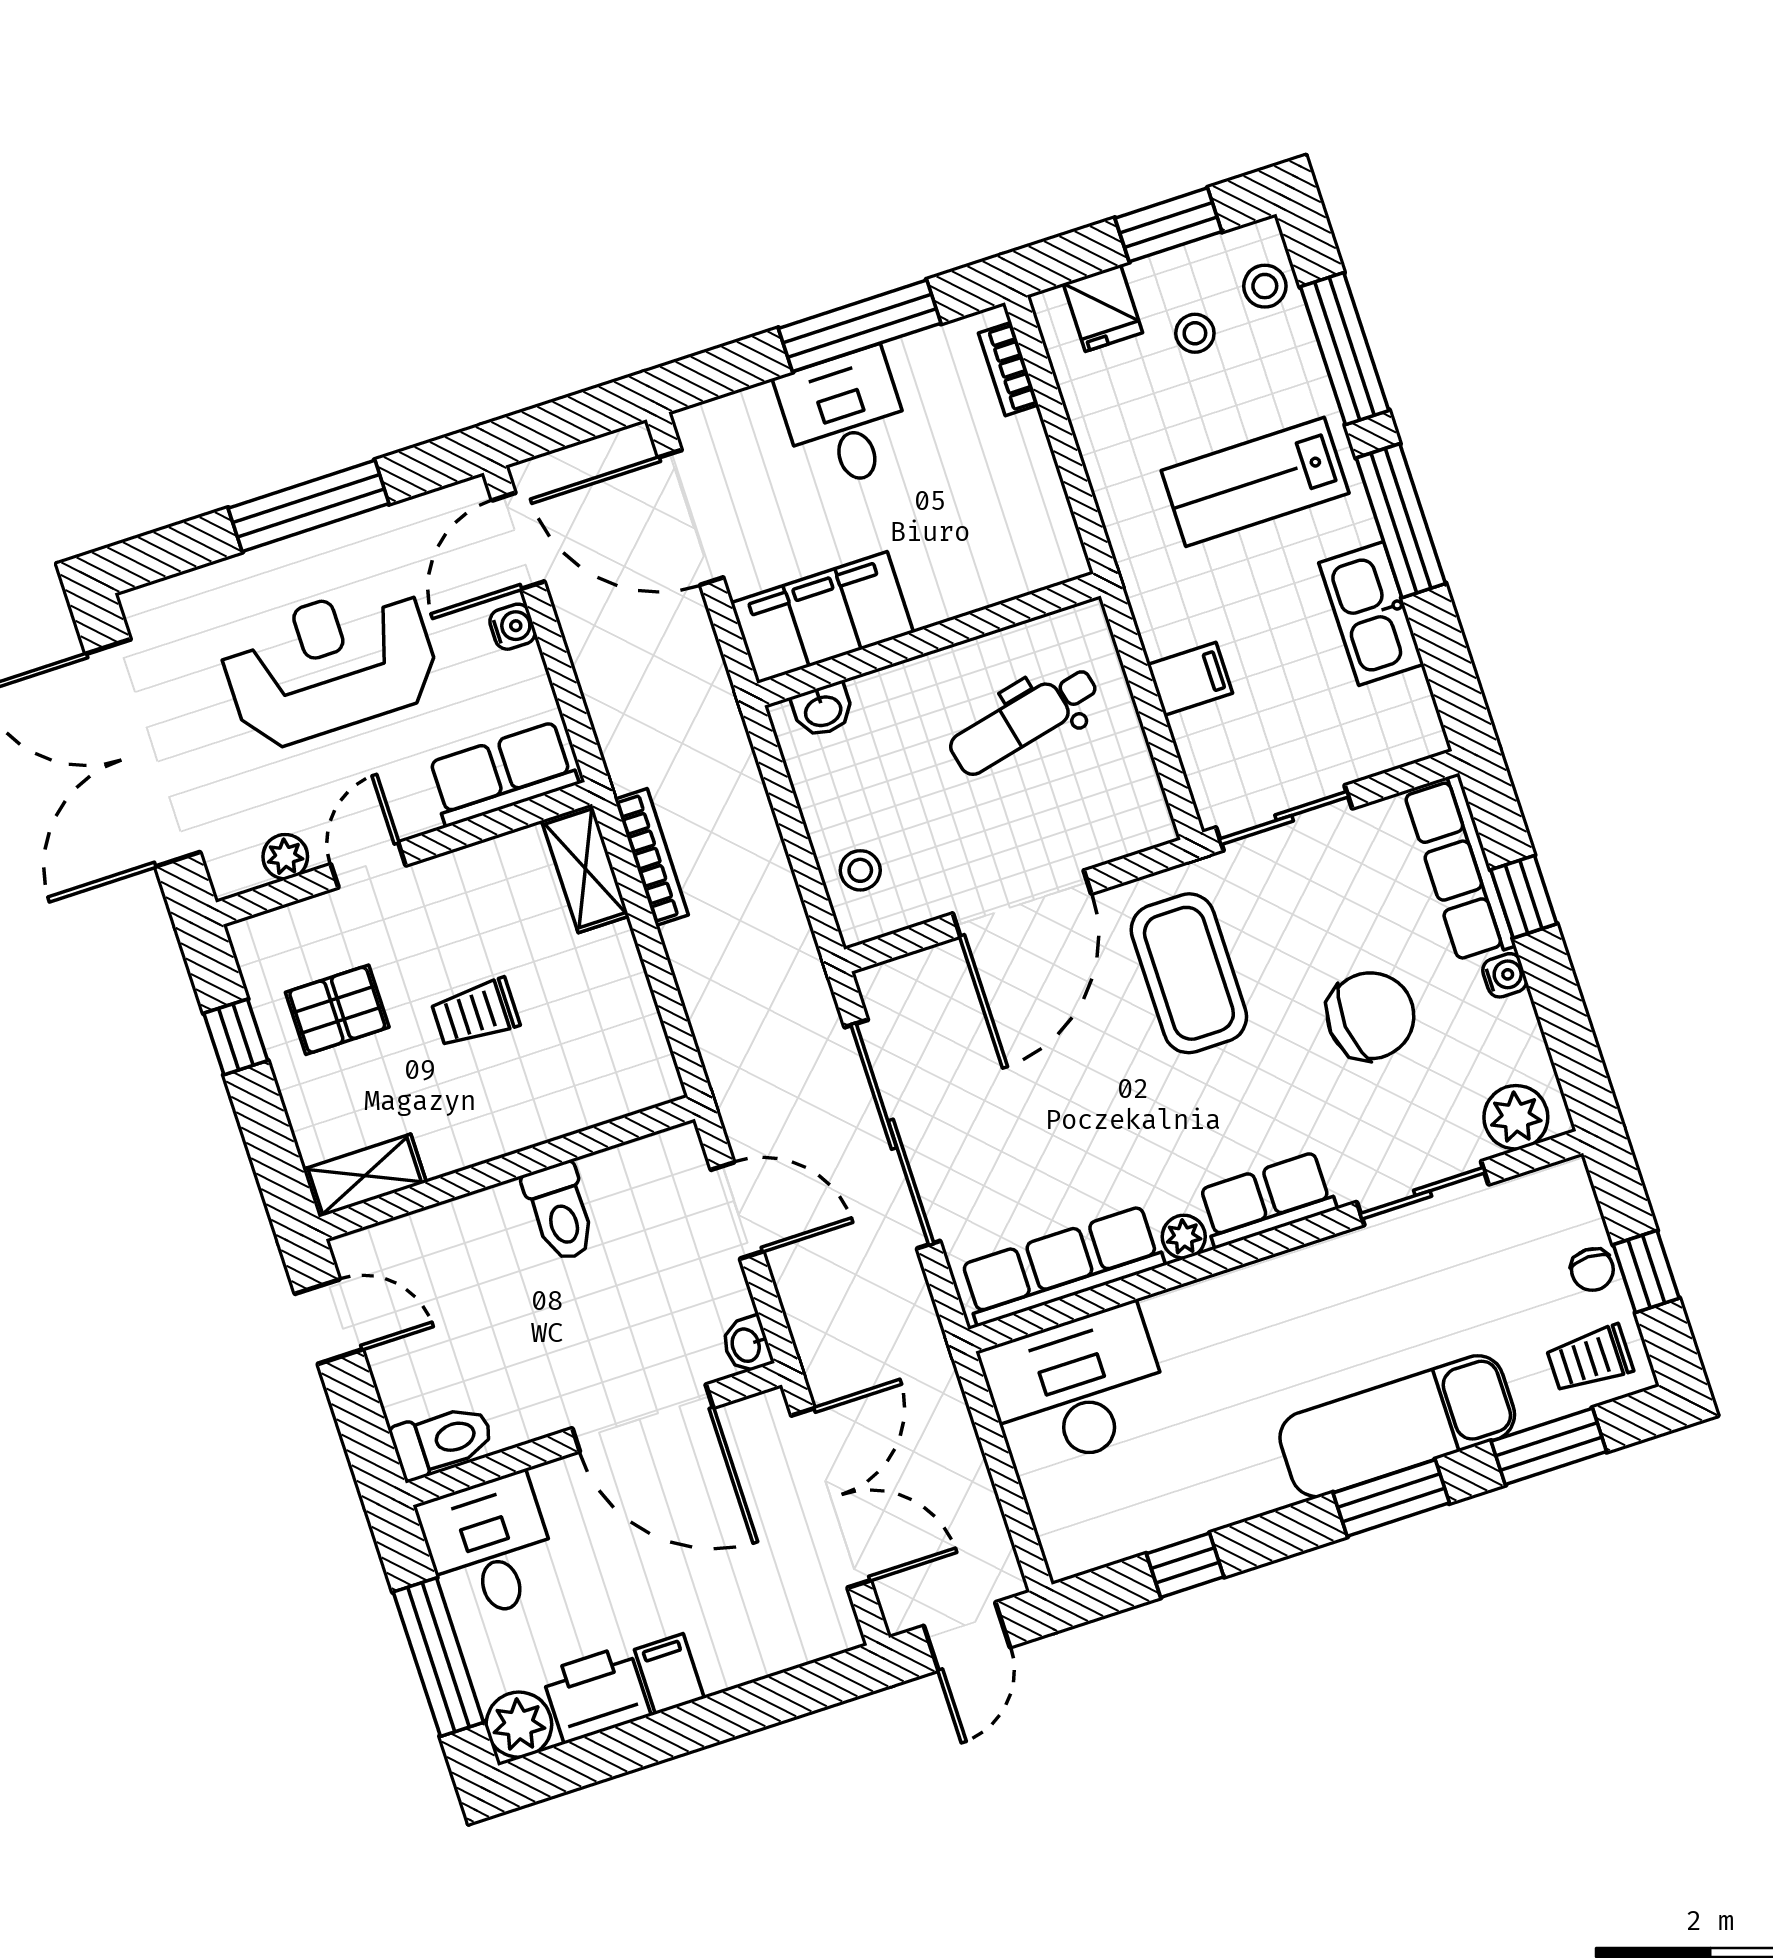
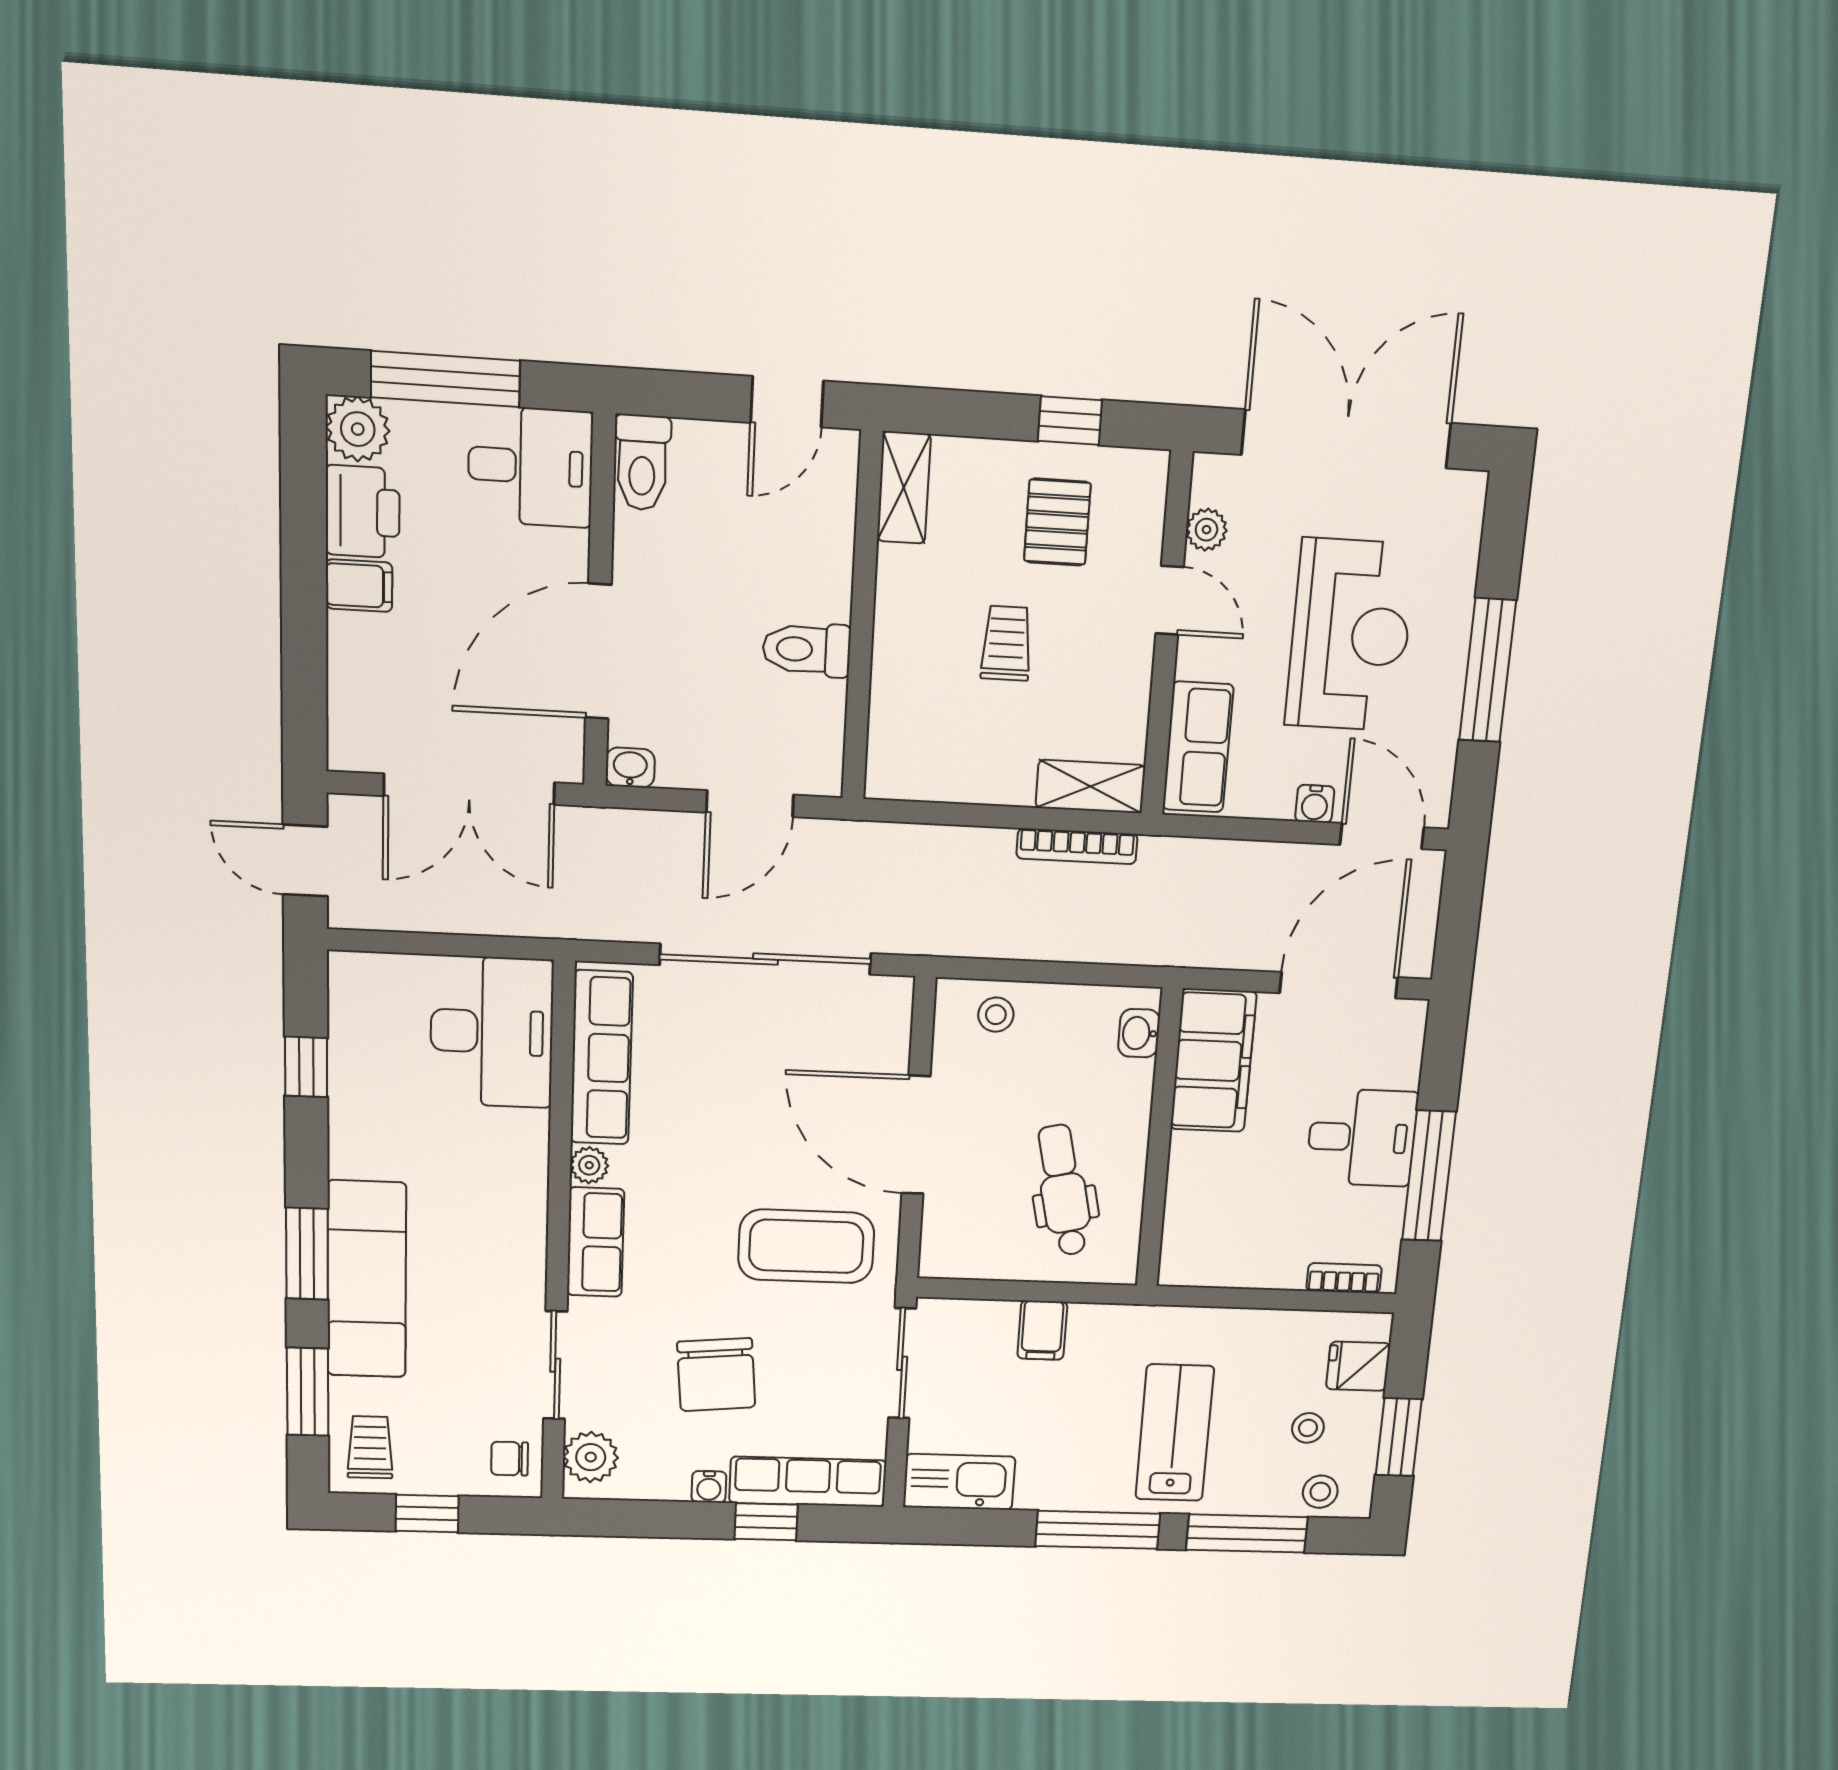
kitchen sink: (1371, 614) -> (959, 1482), moved
chair: (1592, 1270) -> (510, 1459), moved

